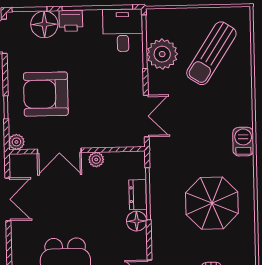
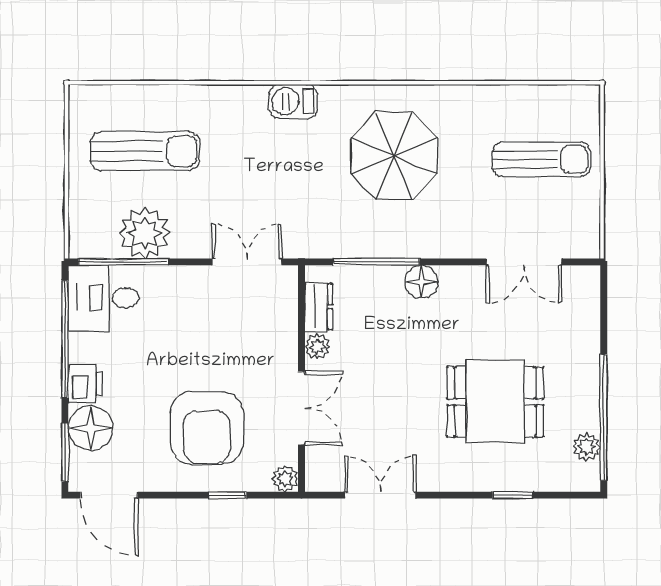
sun lounger: (211, 53) -> (145, 151), turned -33
dresser: (138, 195) -> (319, 307), moved, turned -90

